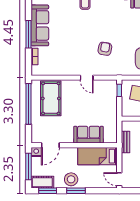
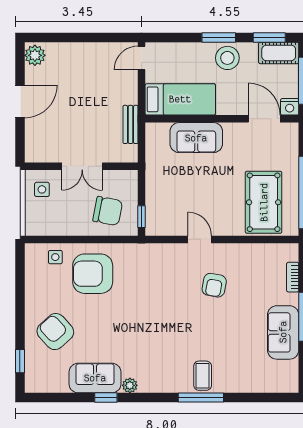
sofa: (40, 25) -> (283, 332), width x0.73
armchair: (105, 49) -> (214, 285), moved
door: (50, 145) -> (264, 119), hinge flipped
door: (119, 179) -> (142, 58), swing flipped

